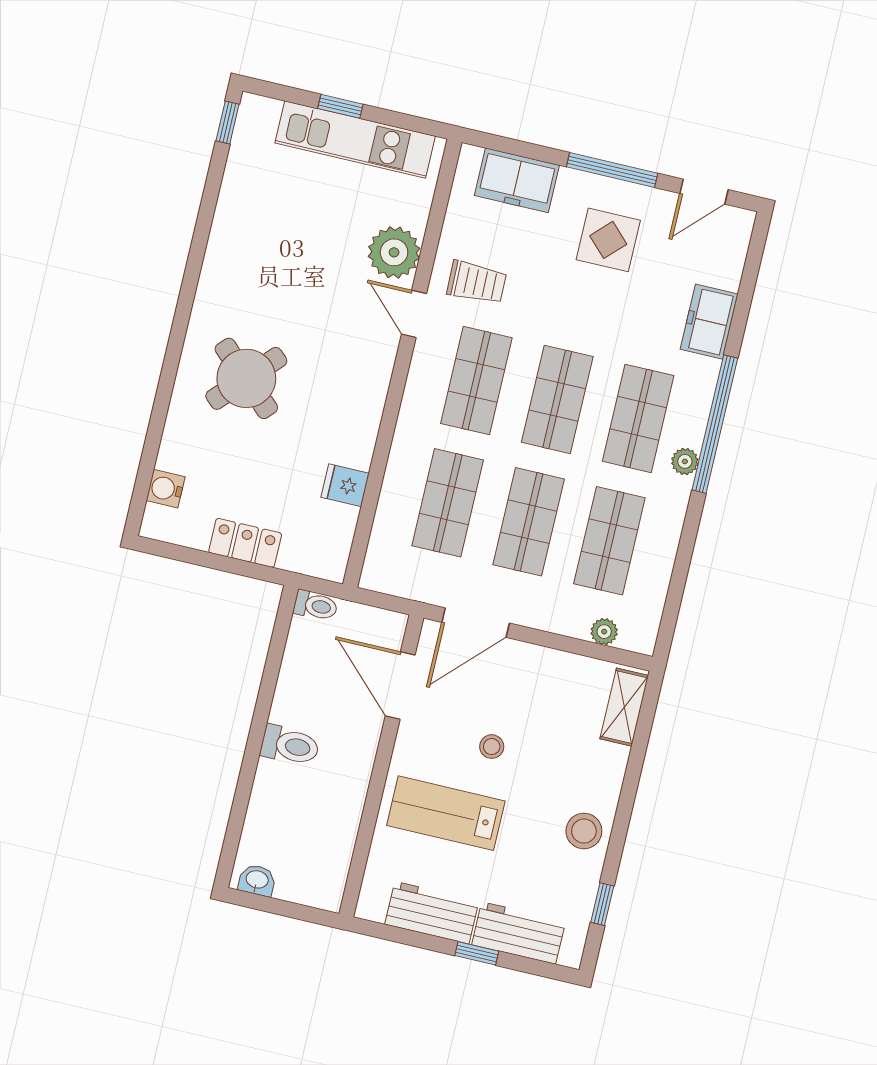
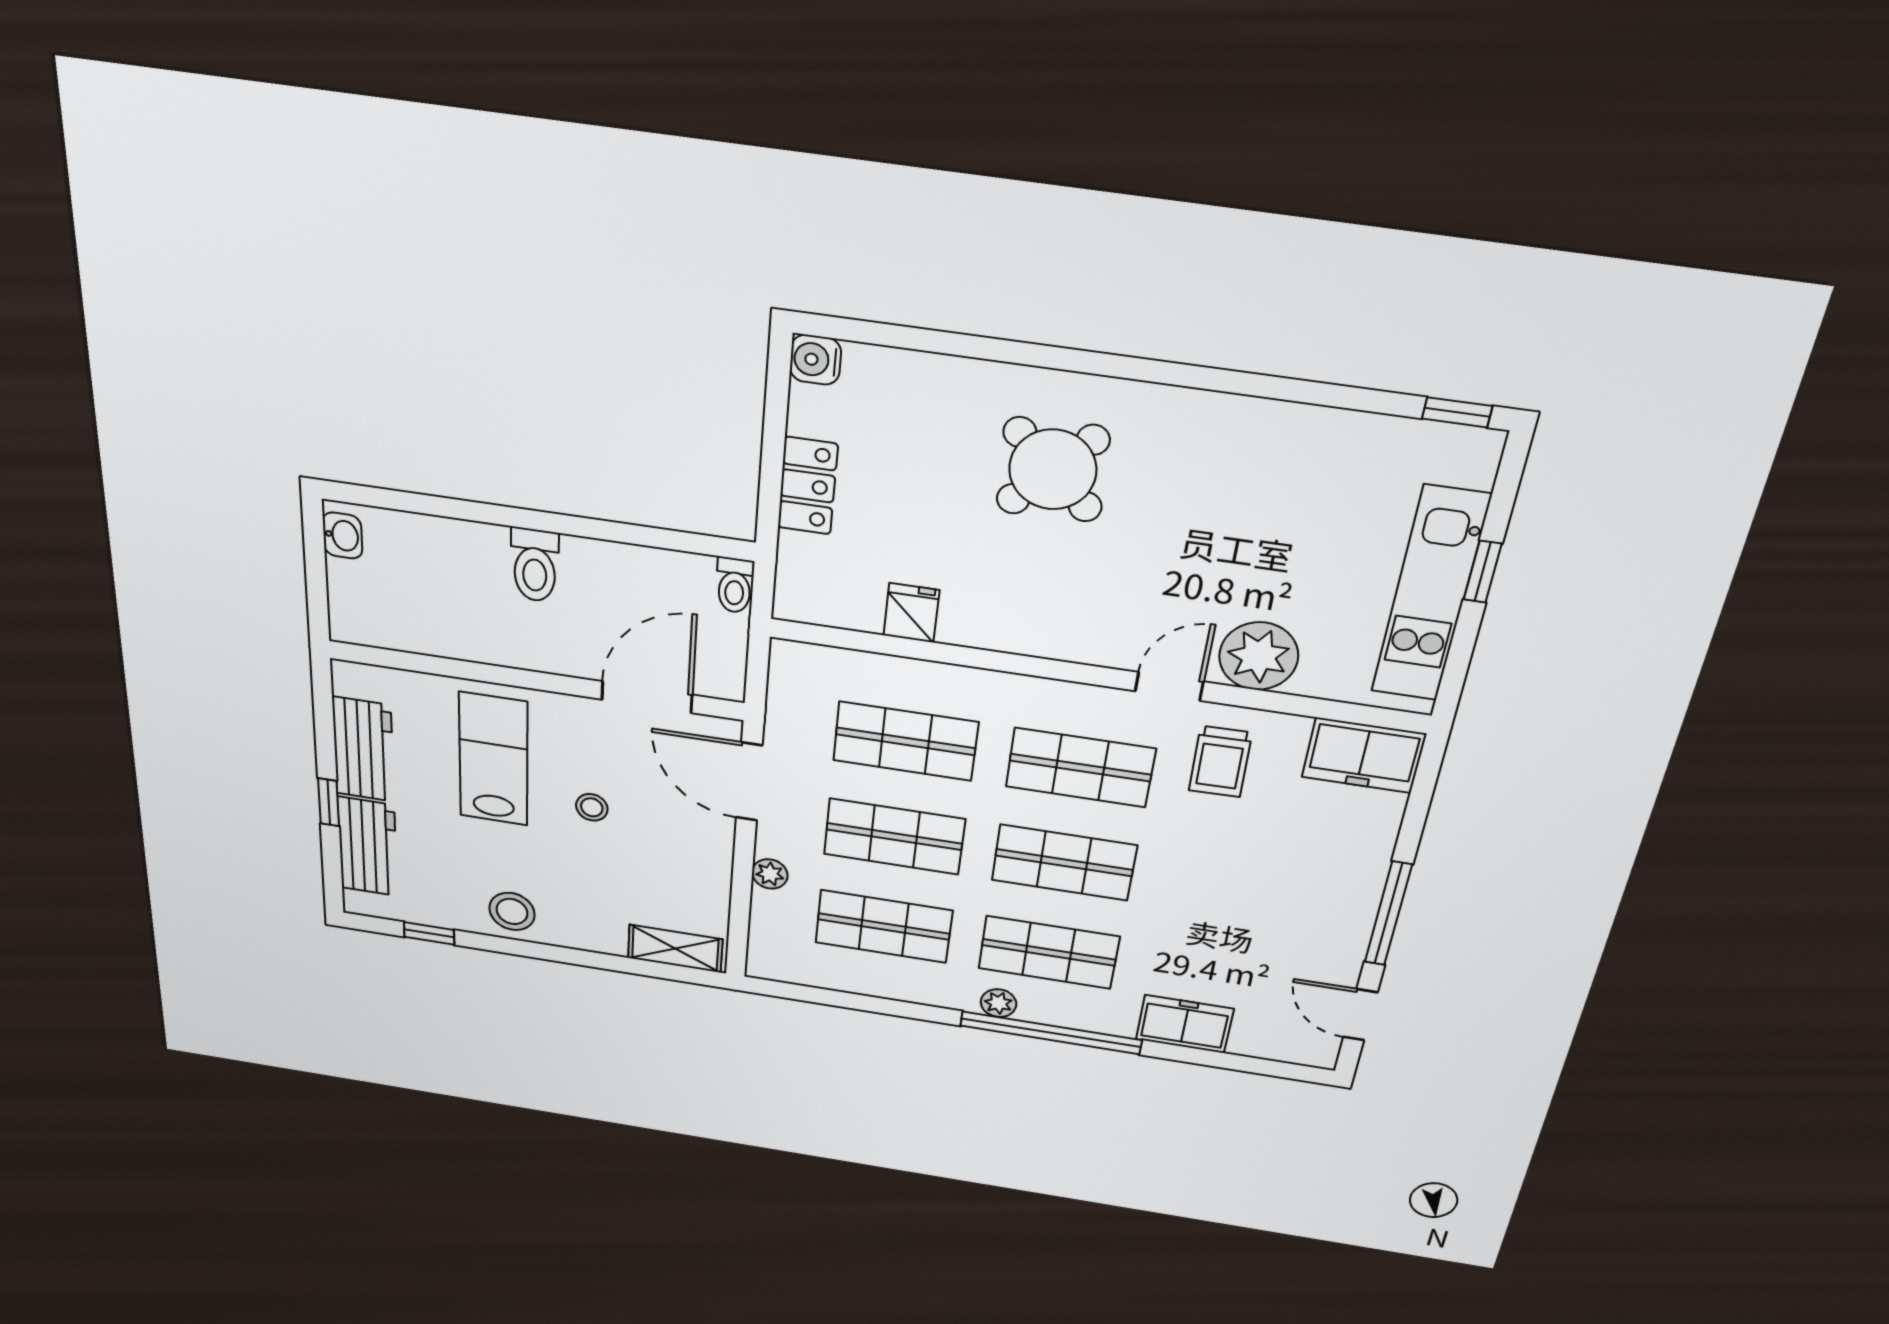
freezer: (517, 180) -> (1364, 755), moved, turned -90
display table: (608, 240) -> (1289, 912), removed
water cooler: (166, 489) -> (815, 360), moved, turned -90
plant: (604, 632) -> (770, 874), moved

